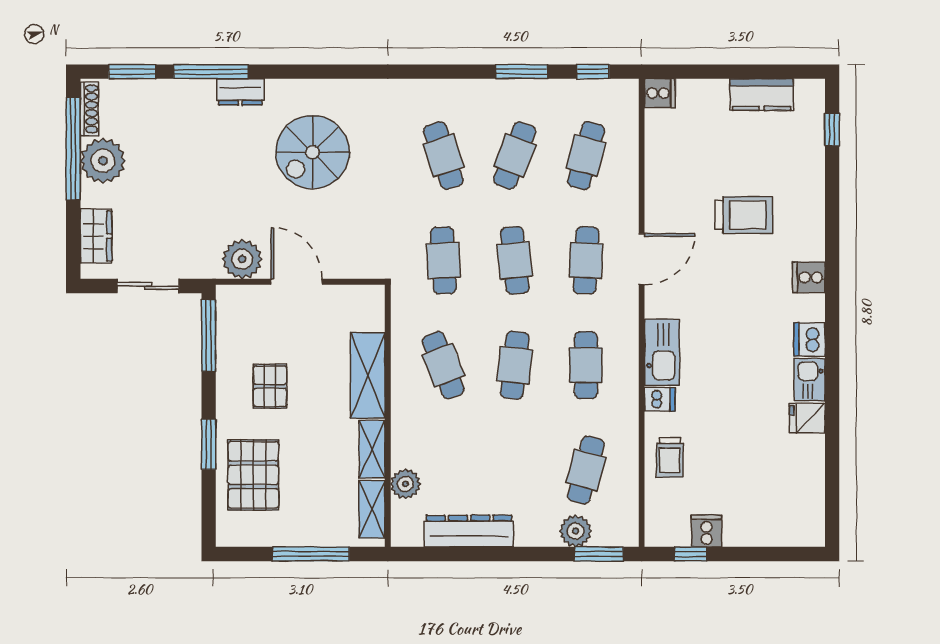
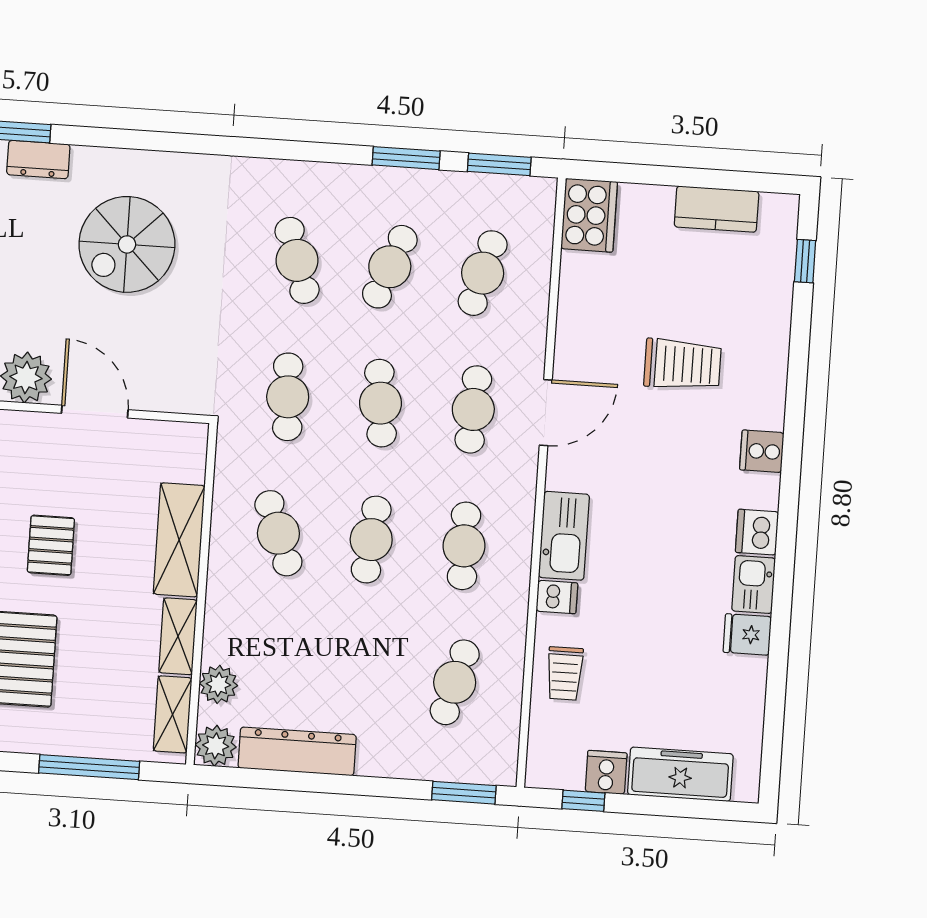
window: (593, 72) -> (499, 164), width x1.50
cooker: (660, 93) -> (589, 215), width x1.87, depth x1.31
freezer: (763, 529) -> (680, 774), added
plant: (576, 531) -> (216, 746), moved

